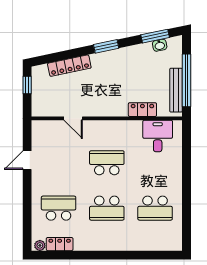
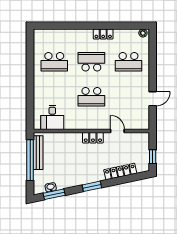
locker: (142, 110) -> (93, 138), moved
school desk: (155, 208) -> (54, 62), turned 180
locker: (60, 244) -> (103, 34), moved

